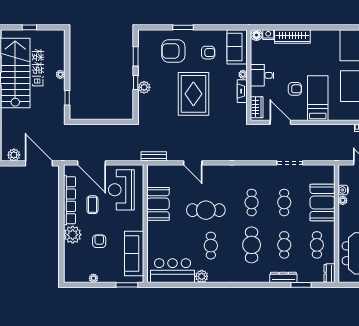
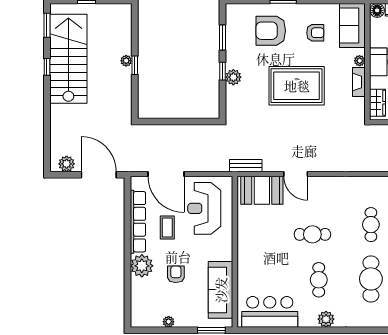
rug: (193, 94) -> (297, 86), turned 90
window: (67, 98) -> (135, 65), moved
booth: (158, 204) -> (262, 190), moved, turned 90
cafe table: (206, 210) -> (312, 234), width x0.73, depth x0.74
plant: (202, 276) -> (326, 319), moved

